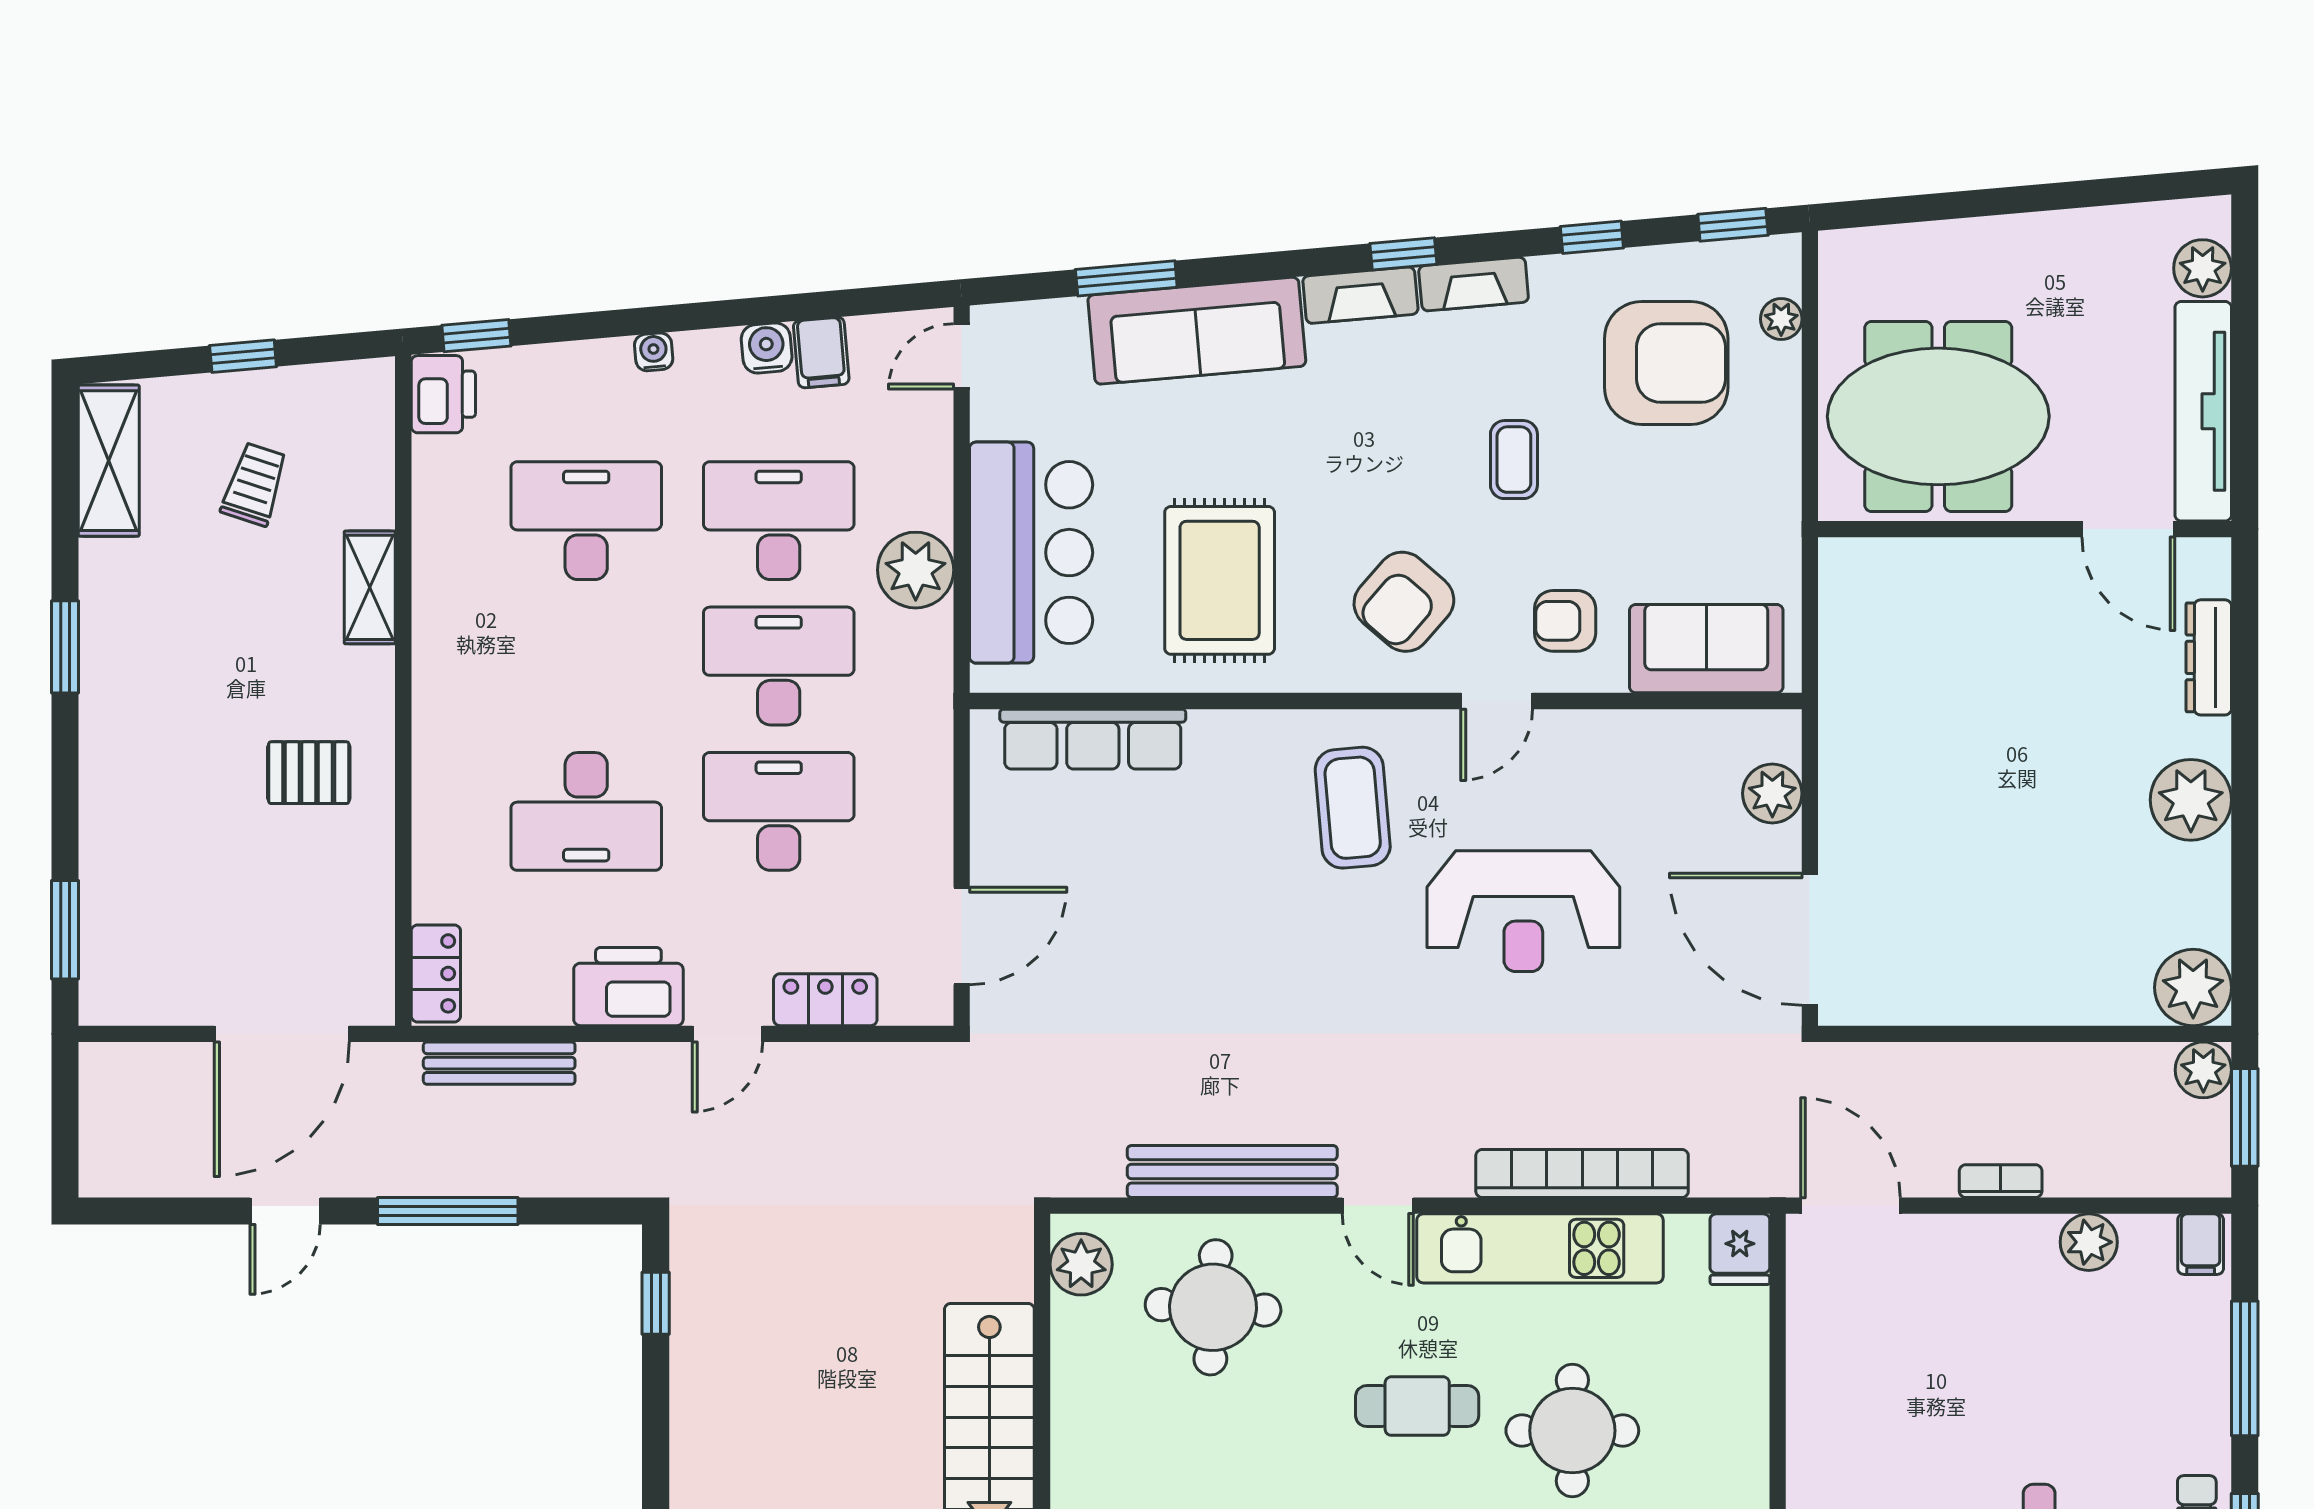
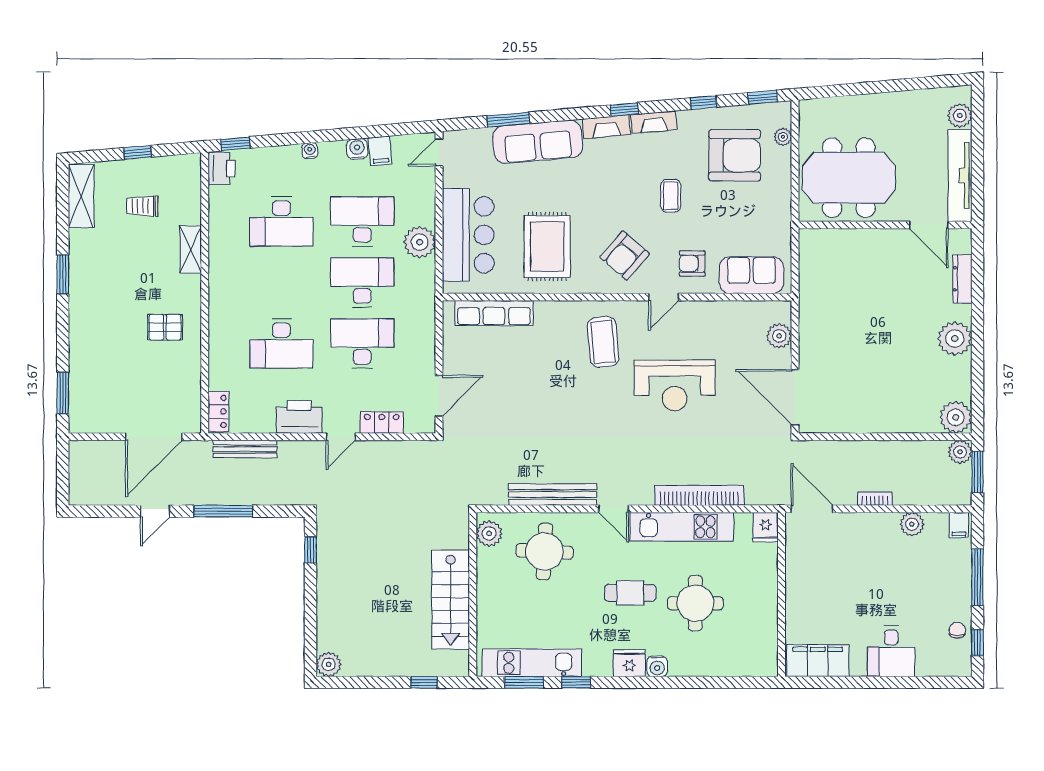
trolley: (254, 484) -> (142, 206), turned -108
desk: (586, 521) -> (281, 221), turned 180

